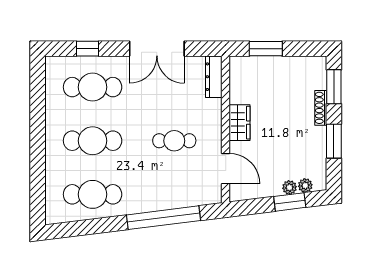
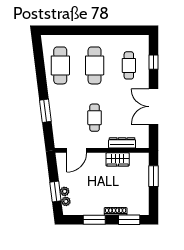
dresser: (214, 77) -> (122, 143), moved
cafe table: (93, 87) -> (129, 65), width x0.73, depth x0.74
wardrobe: (240, 123) -> (118, 159), moved
window: (163, 218) -> (45, 111), width x0.47

